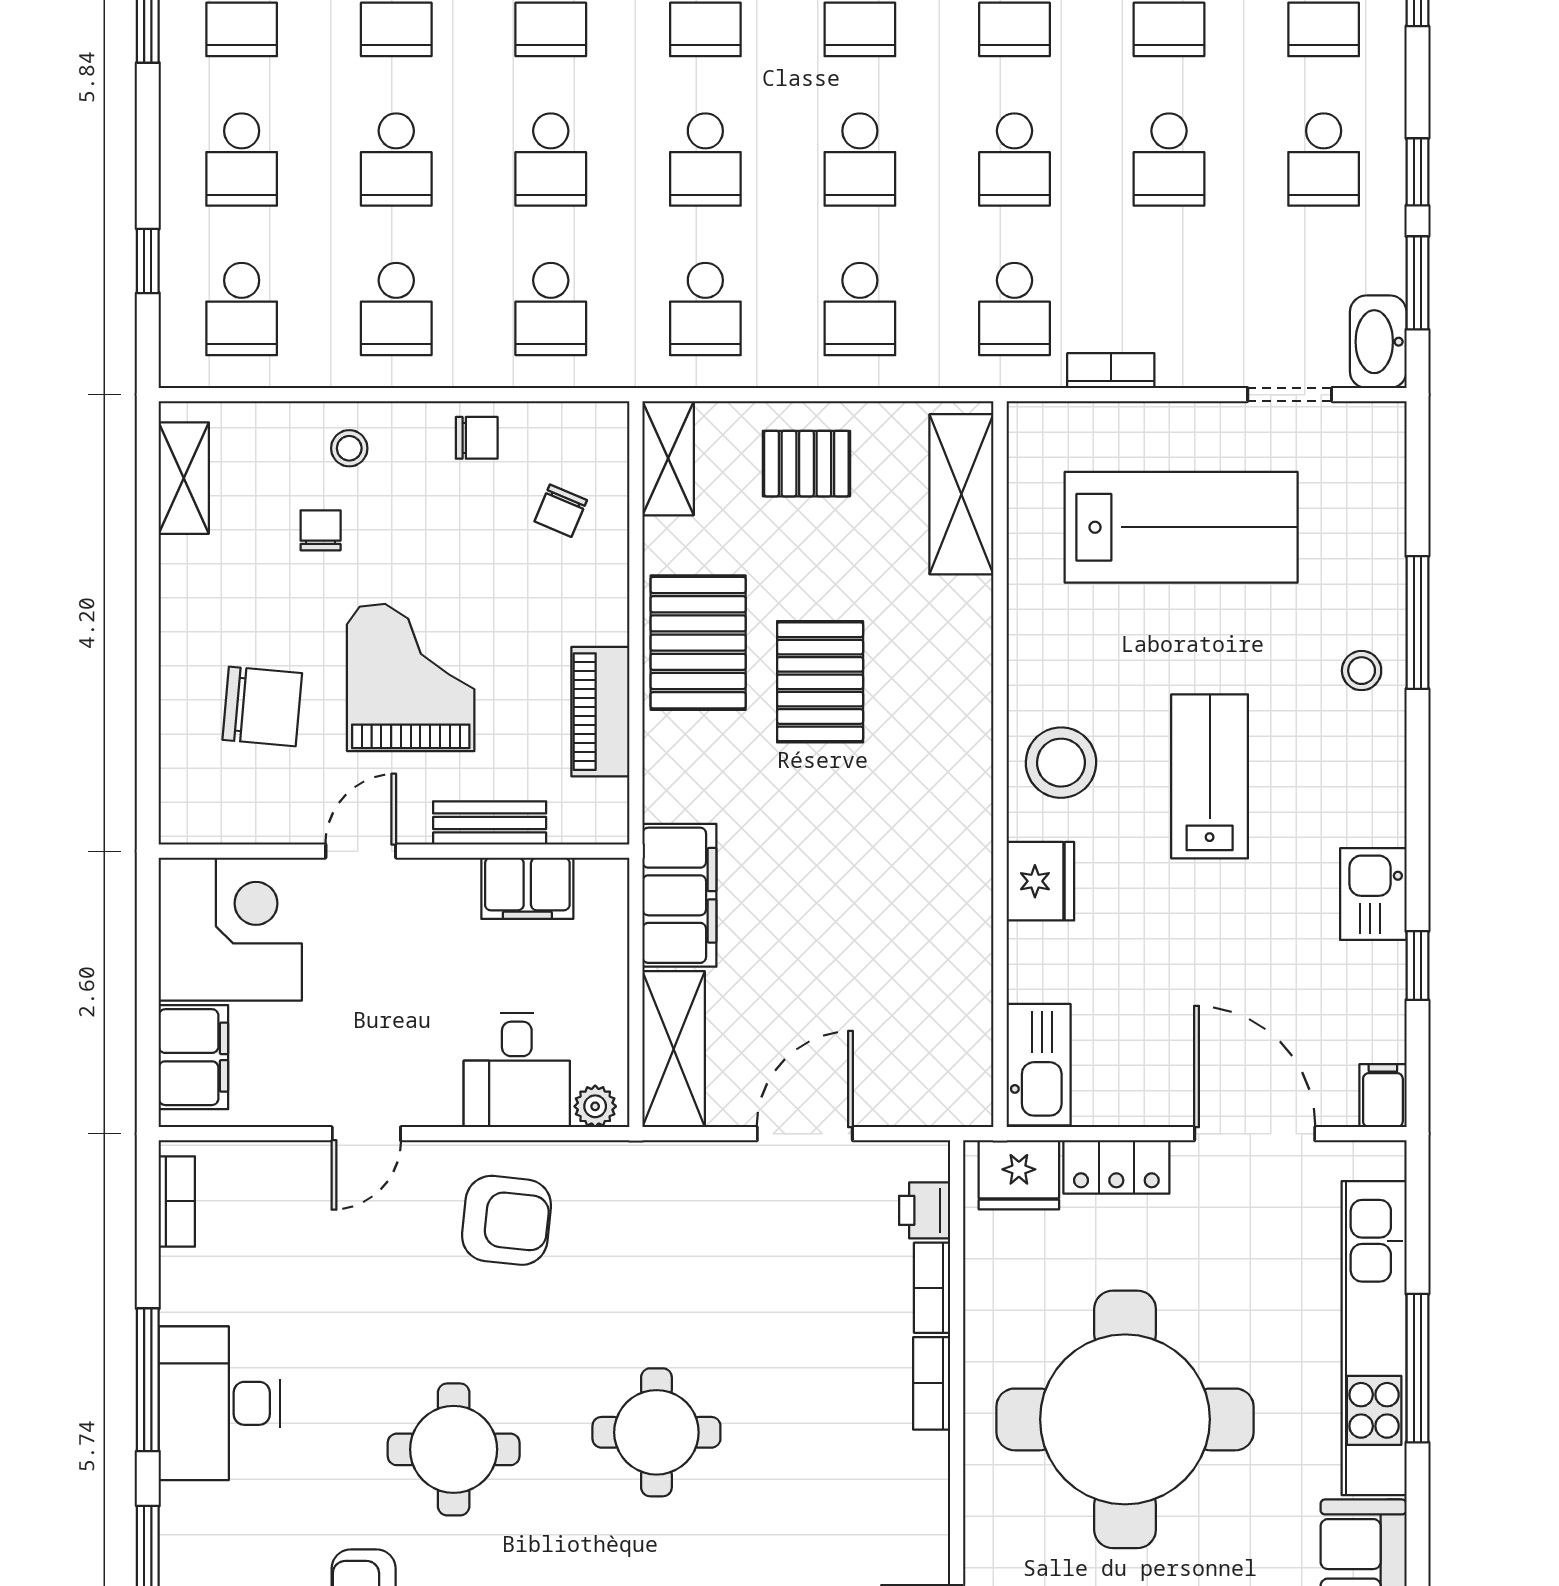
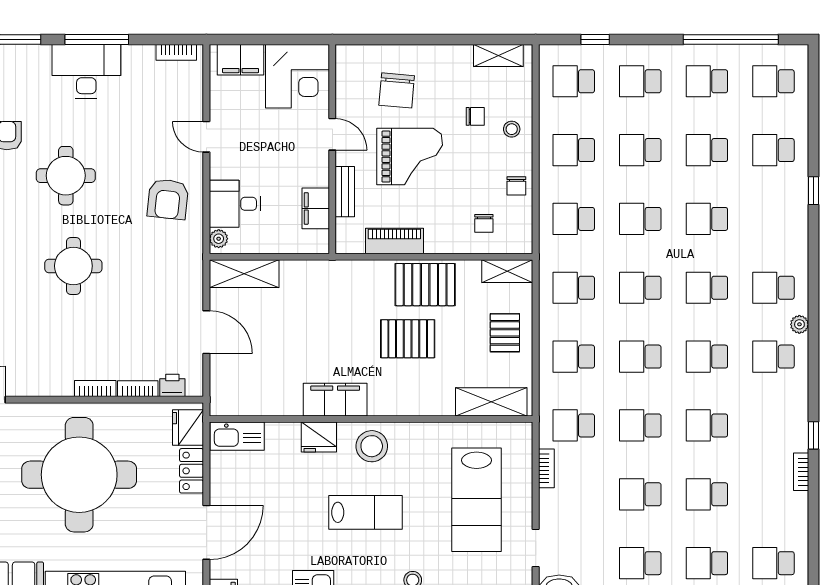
chair: (561, 511) -> (484, 223), turned -113
filing cabinet: (679, 895) -> (335, 400), moved, turned 180

